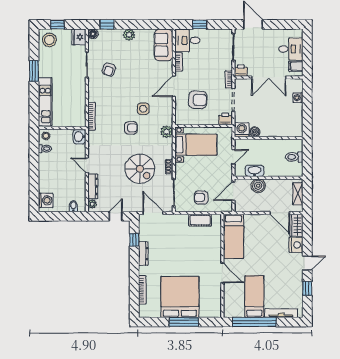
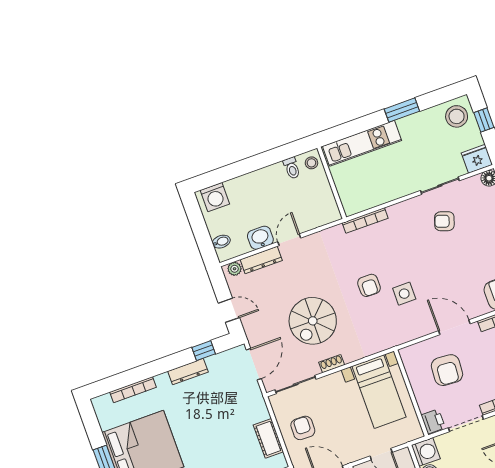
plant: (167, 132) -> (382, 341), removed
washbasin: (79, 137) -> (260, 238), moved

